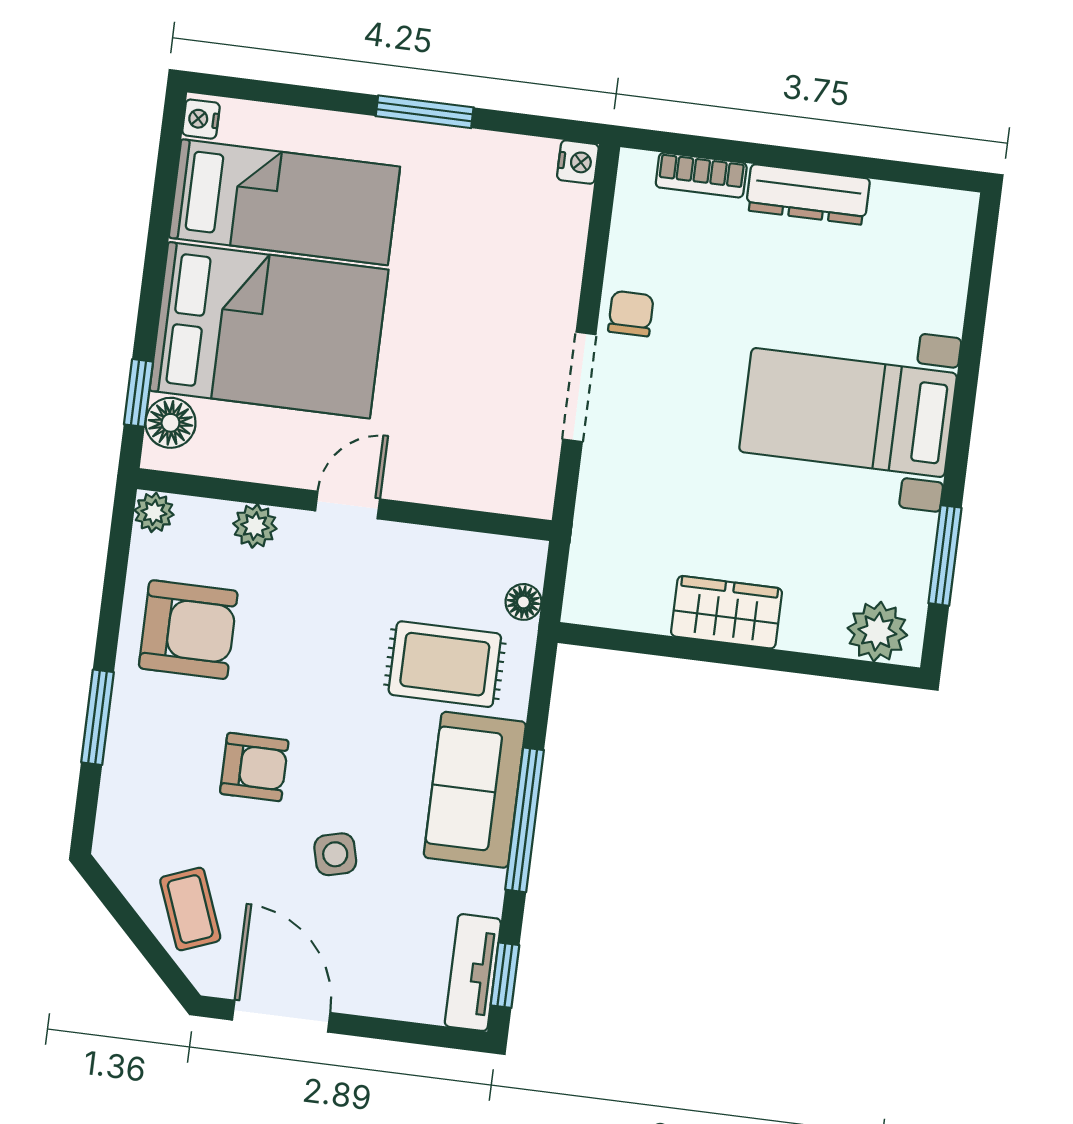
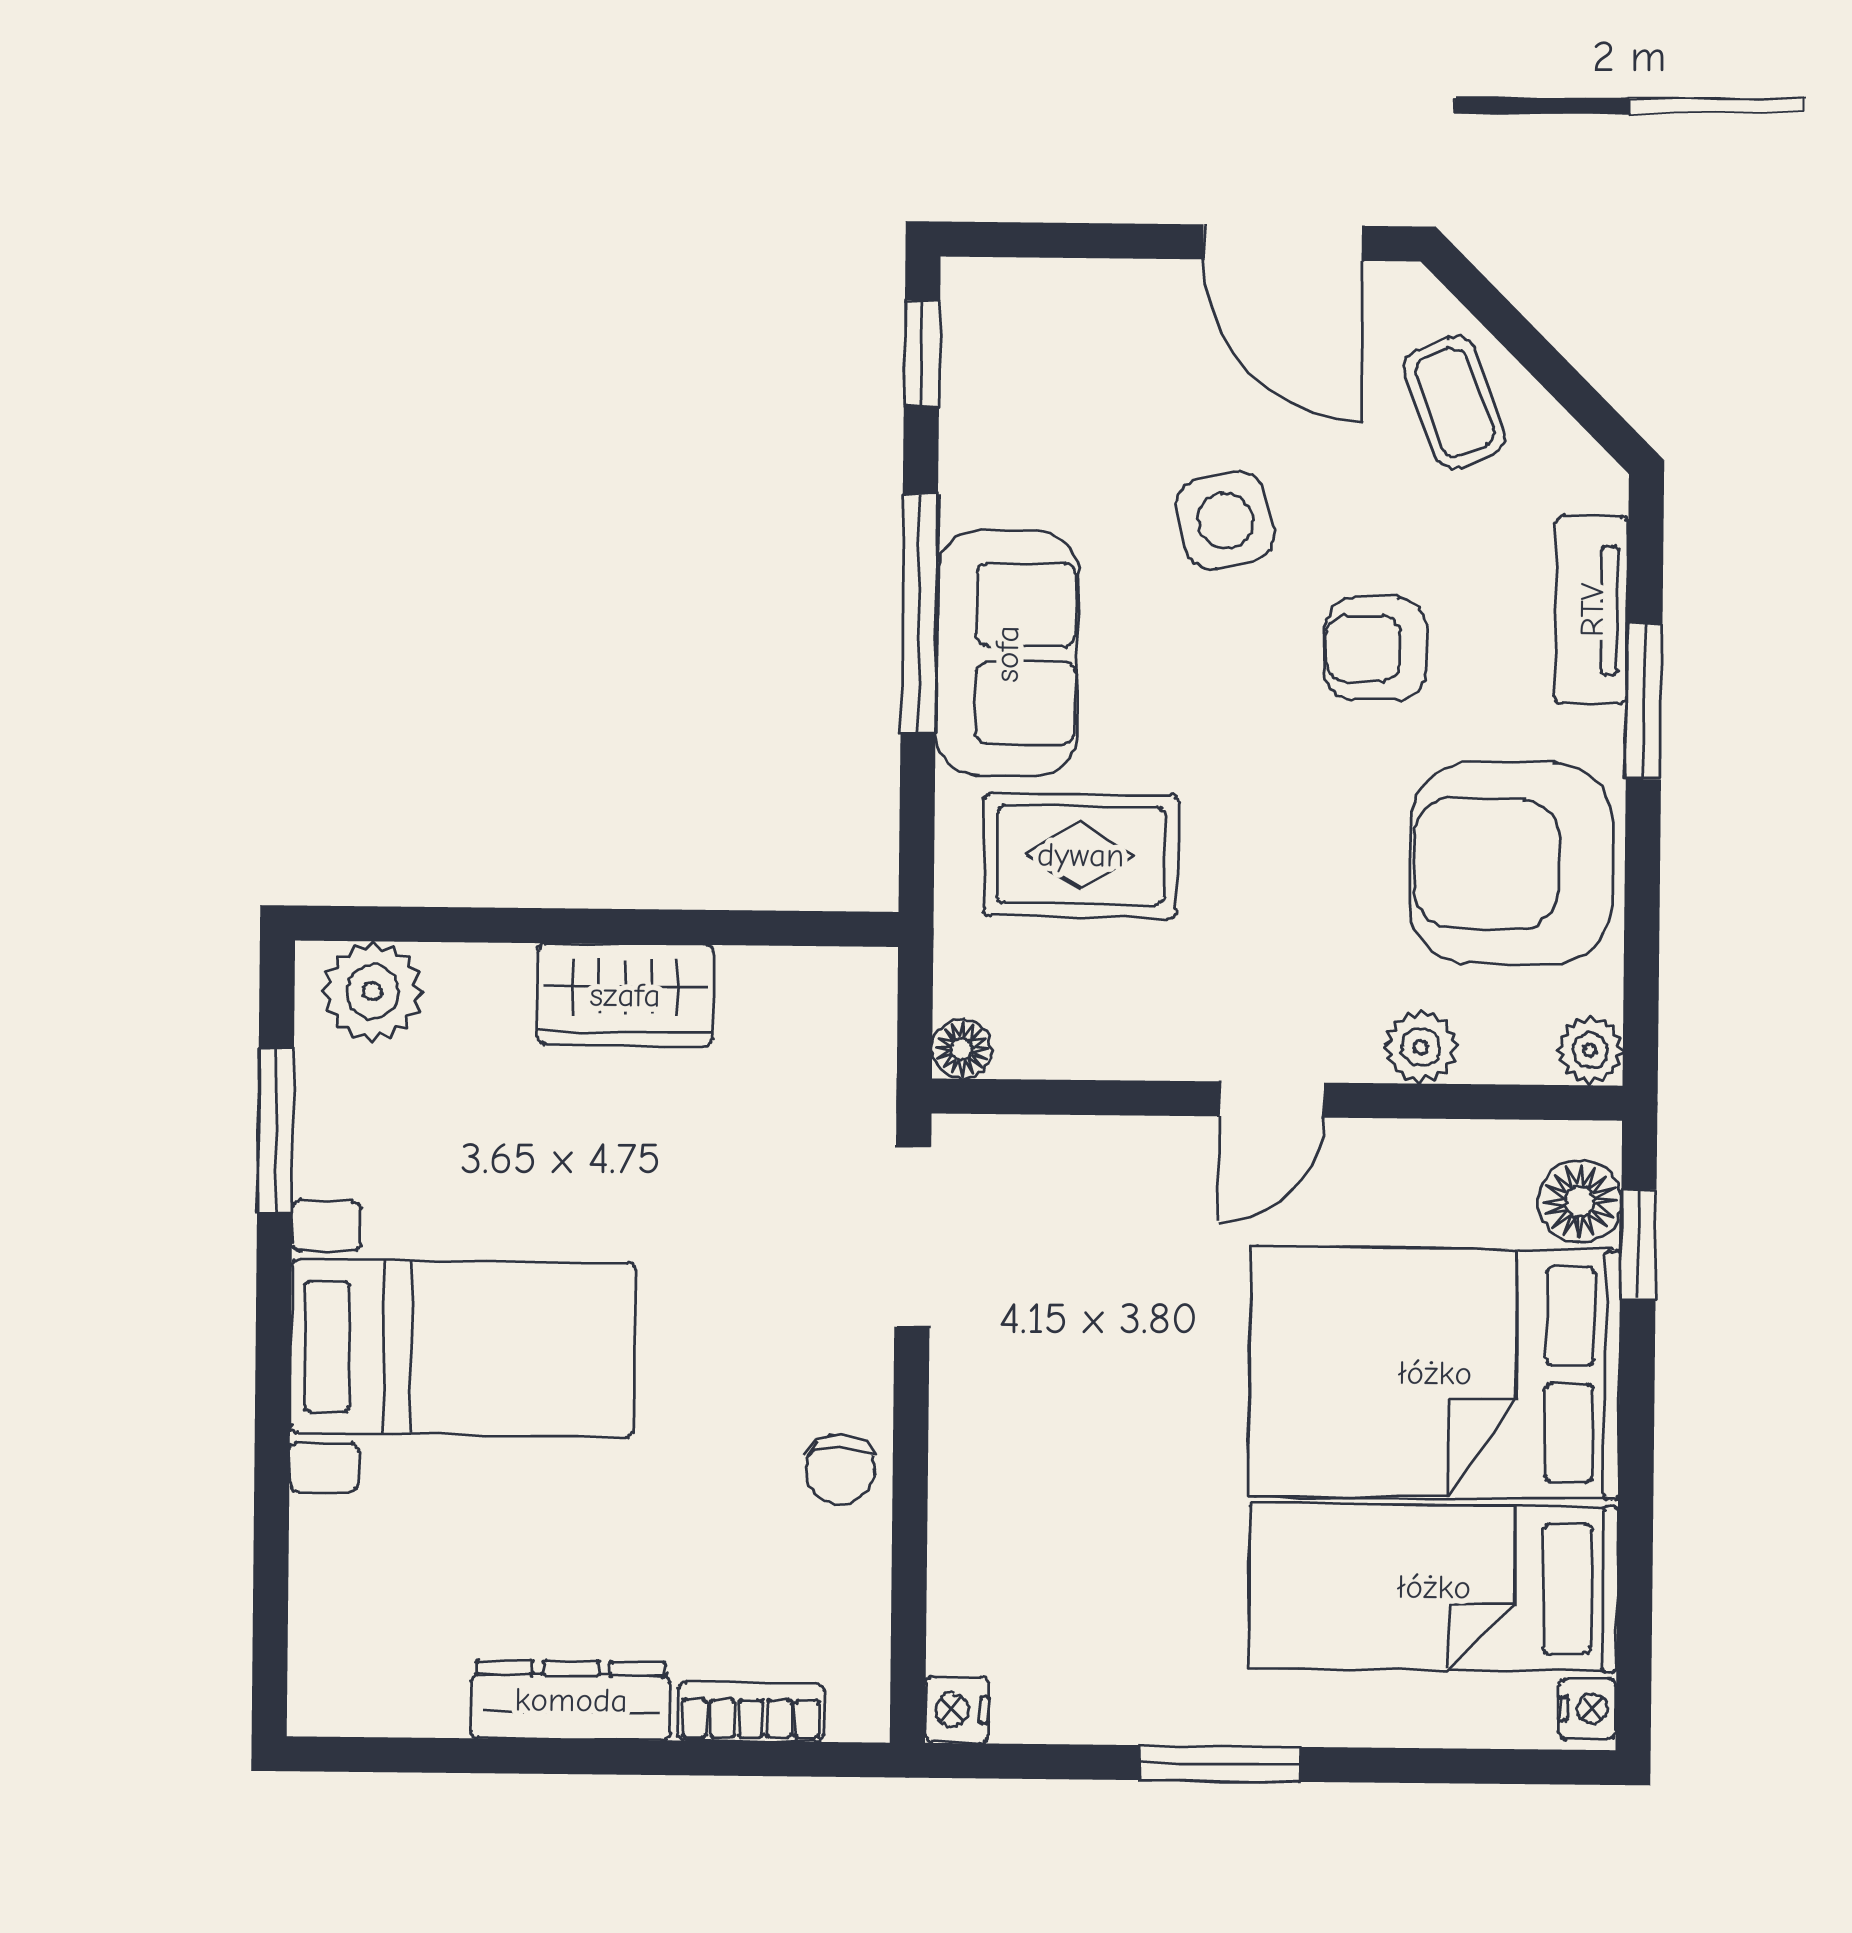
doorway: (579, 387) -> (913, 1237), moved
floor lamp: (523, 602) -> (962, 1049), moved
armchair: (188, 630) -> (1511, 863), width x1.36, depth x1.36
side table: (335, 854) -> (1225, 520), width x1.37, depth x1.37
tv unit: (473, 973) -> (1592, 610), moved, turned 180

